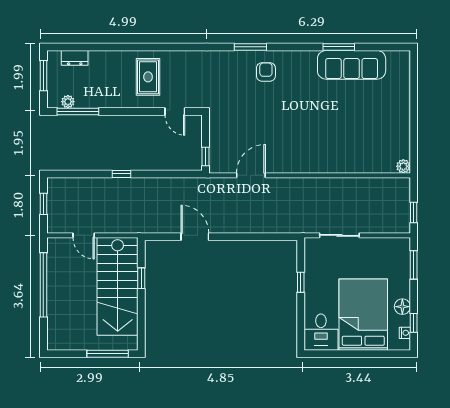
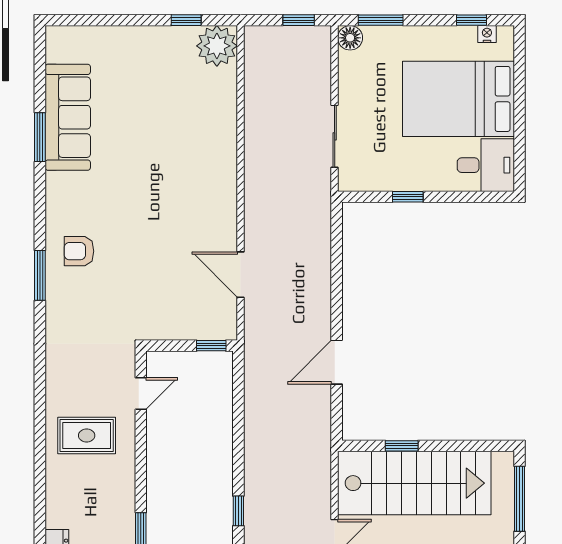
window: (414, 140) -> (186, 20), added
plant: (403, 166) -> (217, 46), width x1.87, depth x1.87
window: (121, 174) -> (238, 511), moved
floor lamp: (402, 307) -> (350, 38), moved

